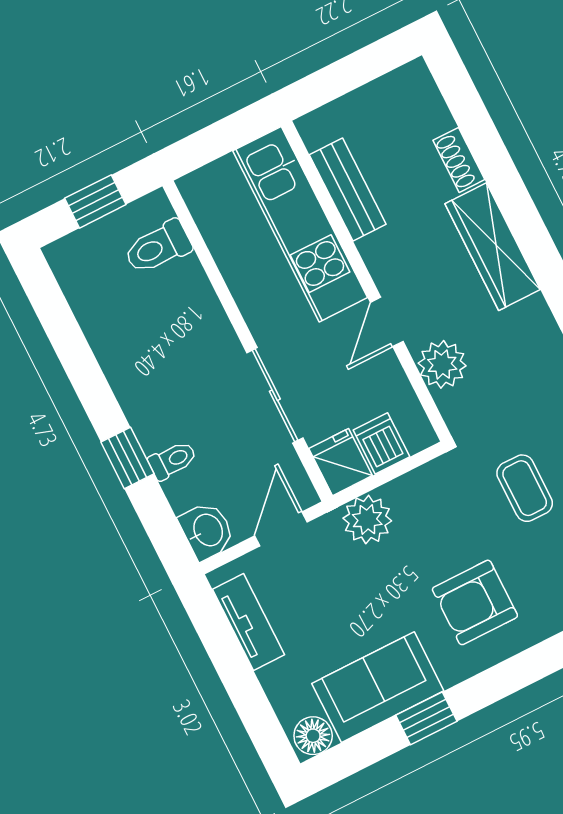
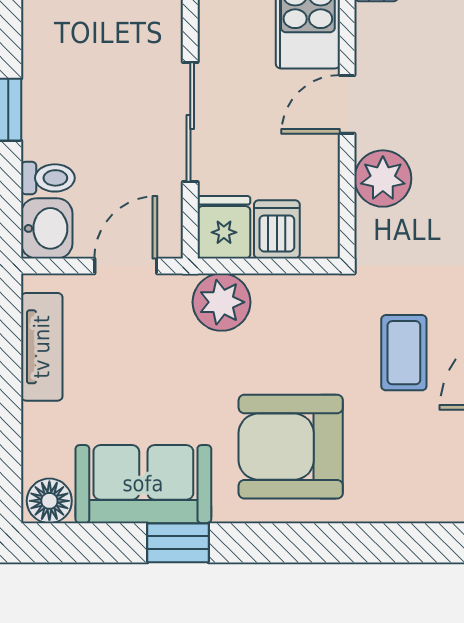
toilet: (173, 460) -> (48, 178), moved
armchair: (475, 602) -> (291, 447), width x1.36, depth x1.36

